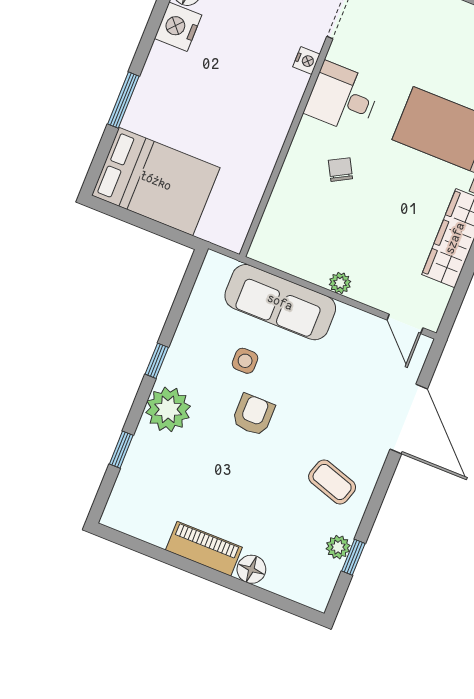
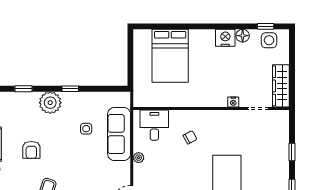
desk: (342, 98) -> (154, 125), moved
window: (123, 100) -> (182, 26), removed
bed: (156, 181) -> (170, 56), moved
armchair: (253, 415) -> (31, 150), moved, turned 90

